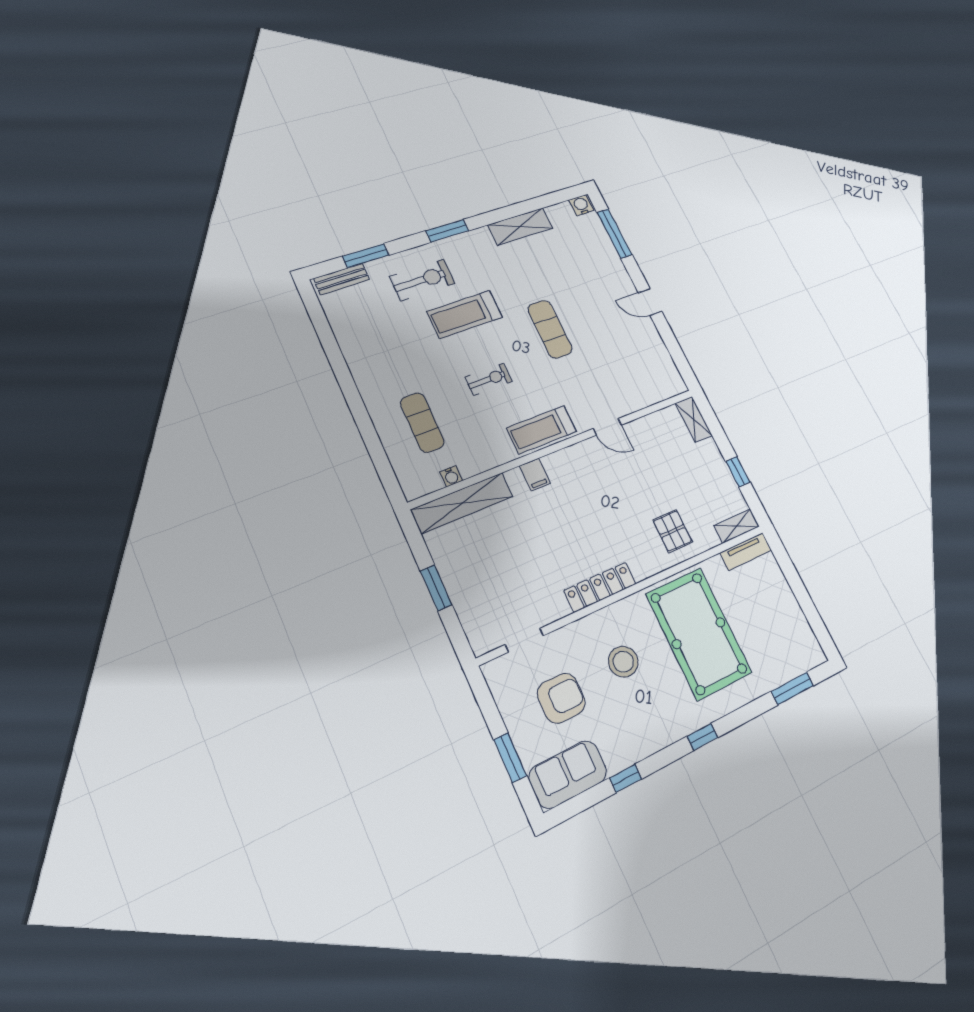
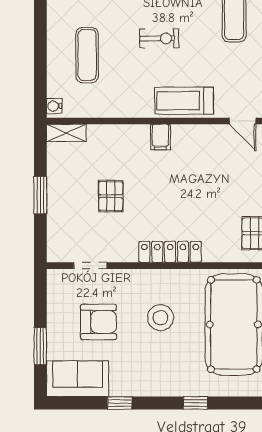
water cooler: (451, 476) -> (54, 106), moved, turned 90
shelving: (462, 503) -> (66, 133), width x0.45, depth x0.75
pallet: (512, 556) -> (111, 196), added

